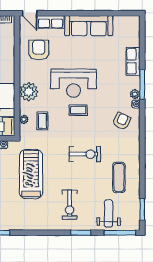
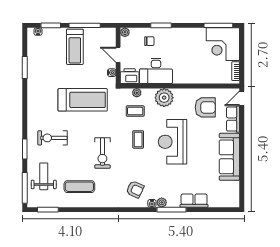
coffee table: (78, 110) -> (138, 139), moved
weight bench: (108, 214) -> (44, 176), turned -90

